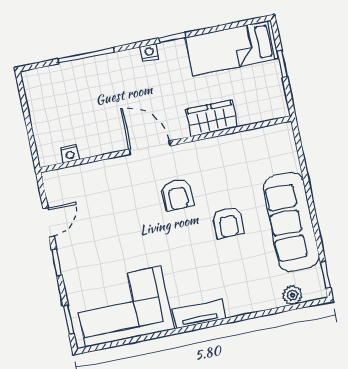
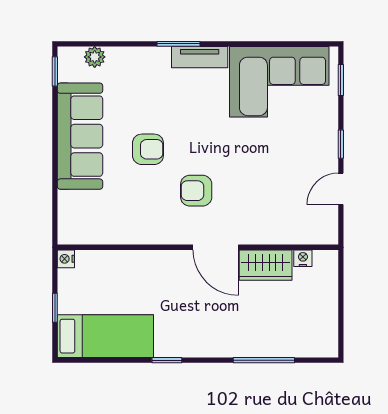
nightstand: (149, 53) -> (66, 259), moved, turned 90
wardrobe: (212, 118) -> (266, 265), moved
armchair: (177, 194) -> (196, 191), turned -90
armchair: (228, 223) -> (148, 149), turned 90
window: (220, 322) -> (178, 44), added

